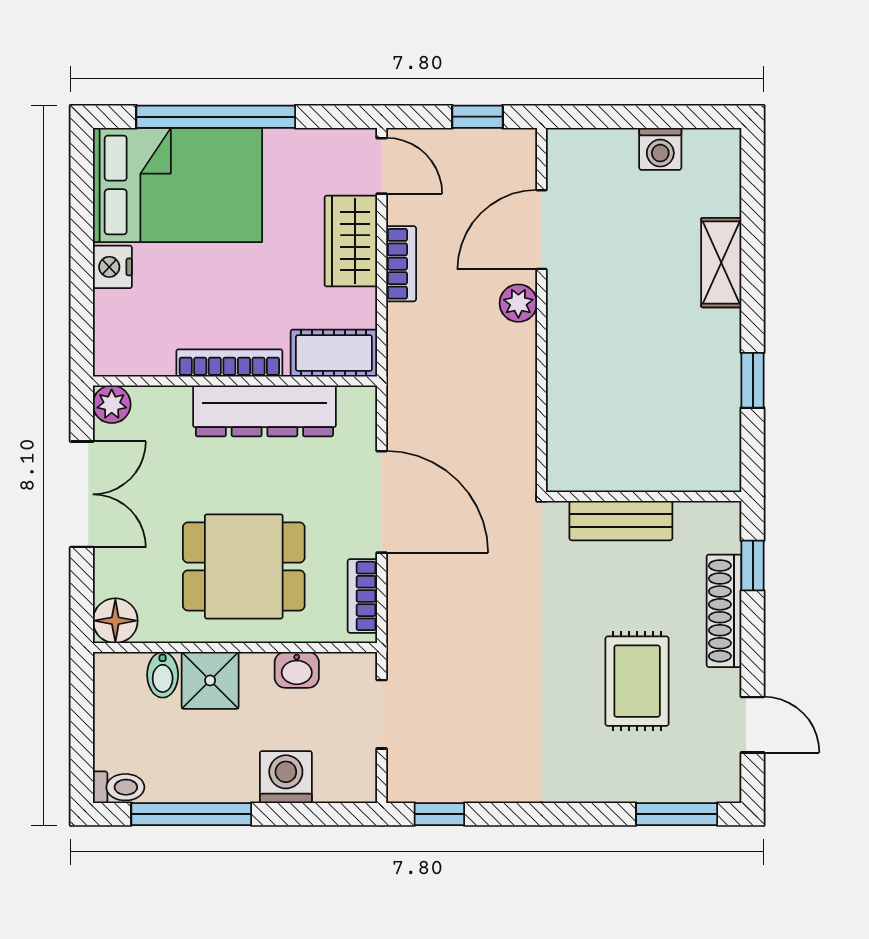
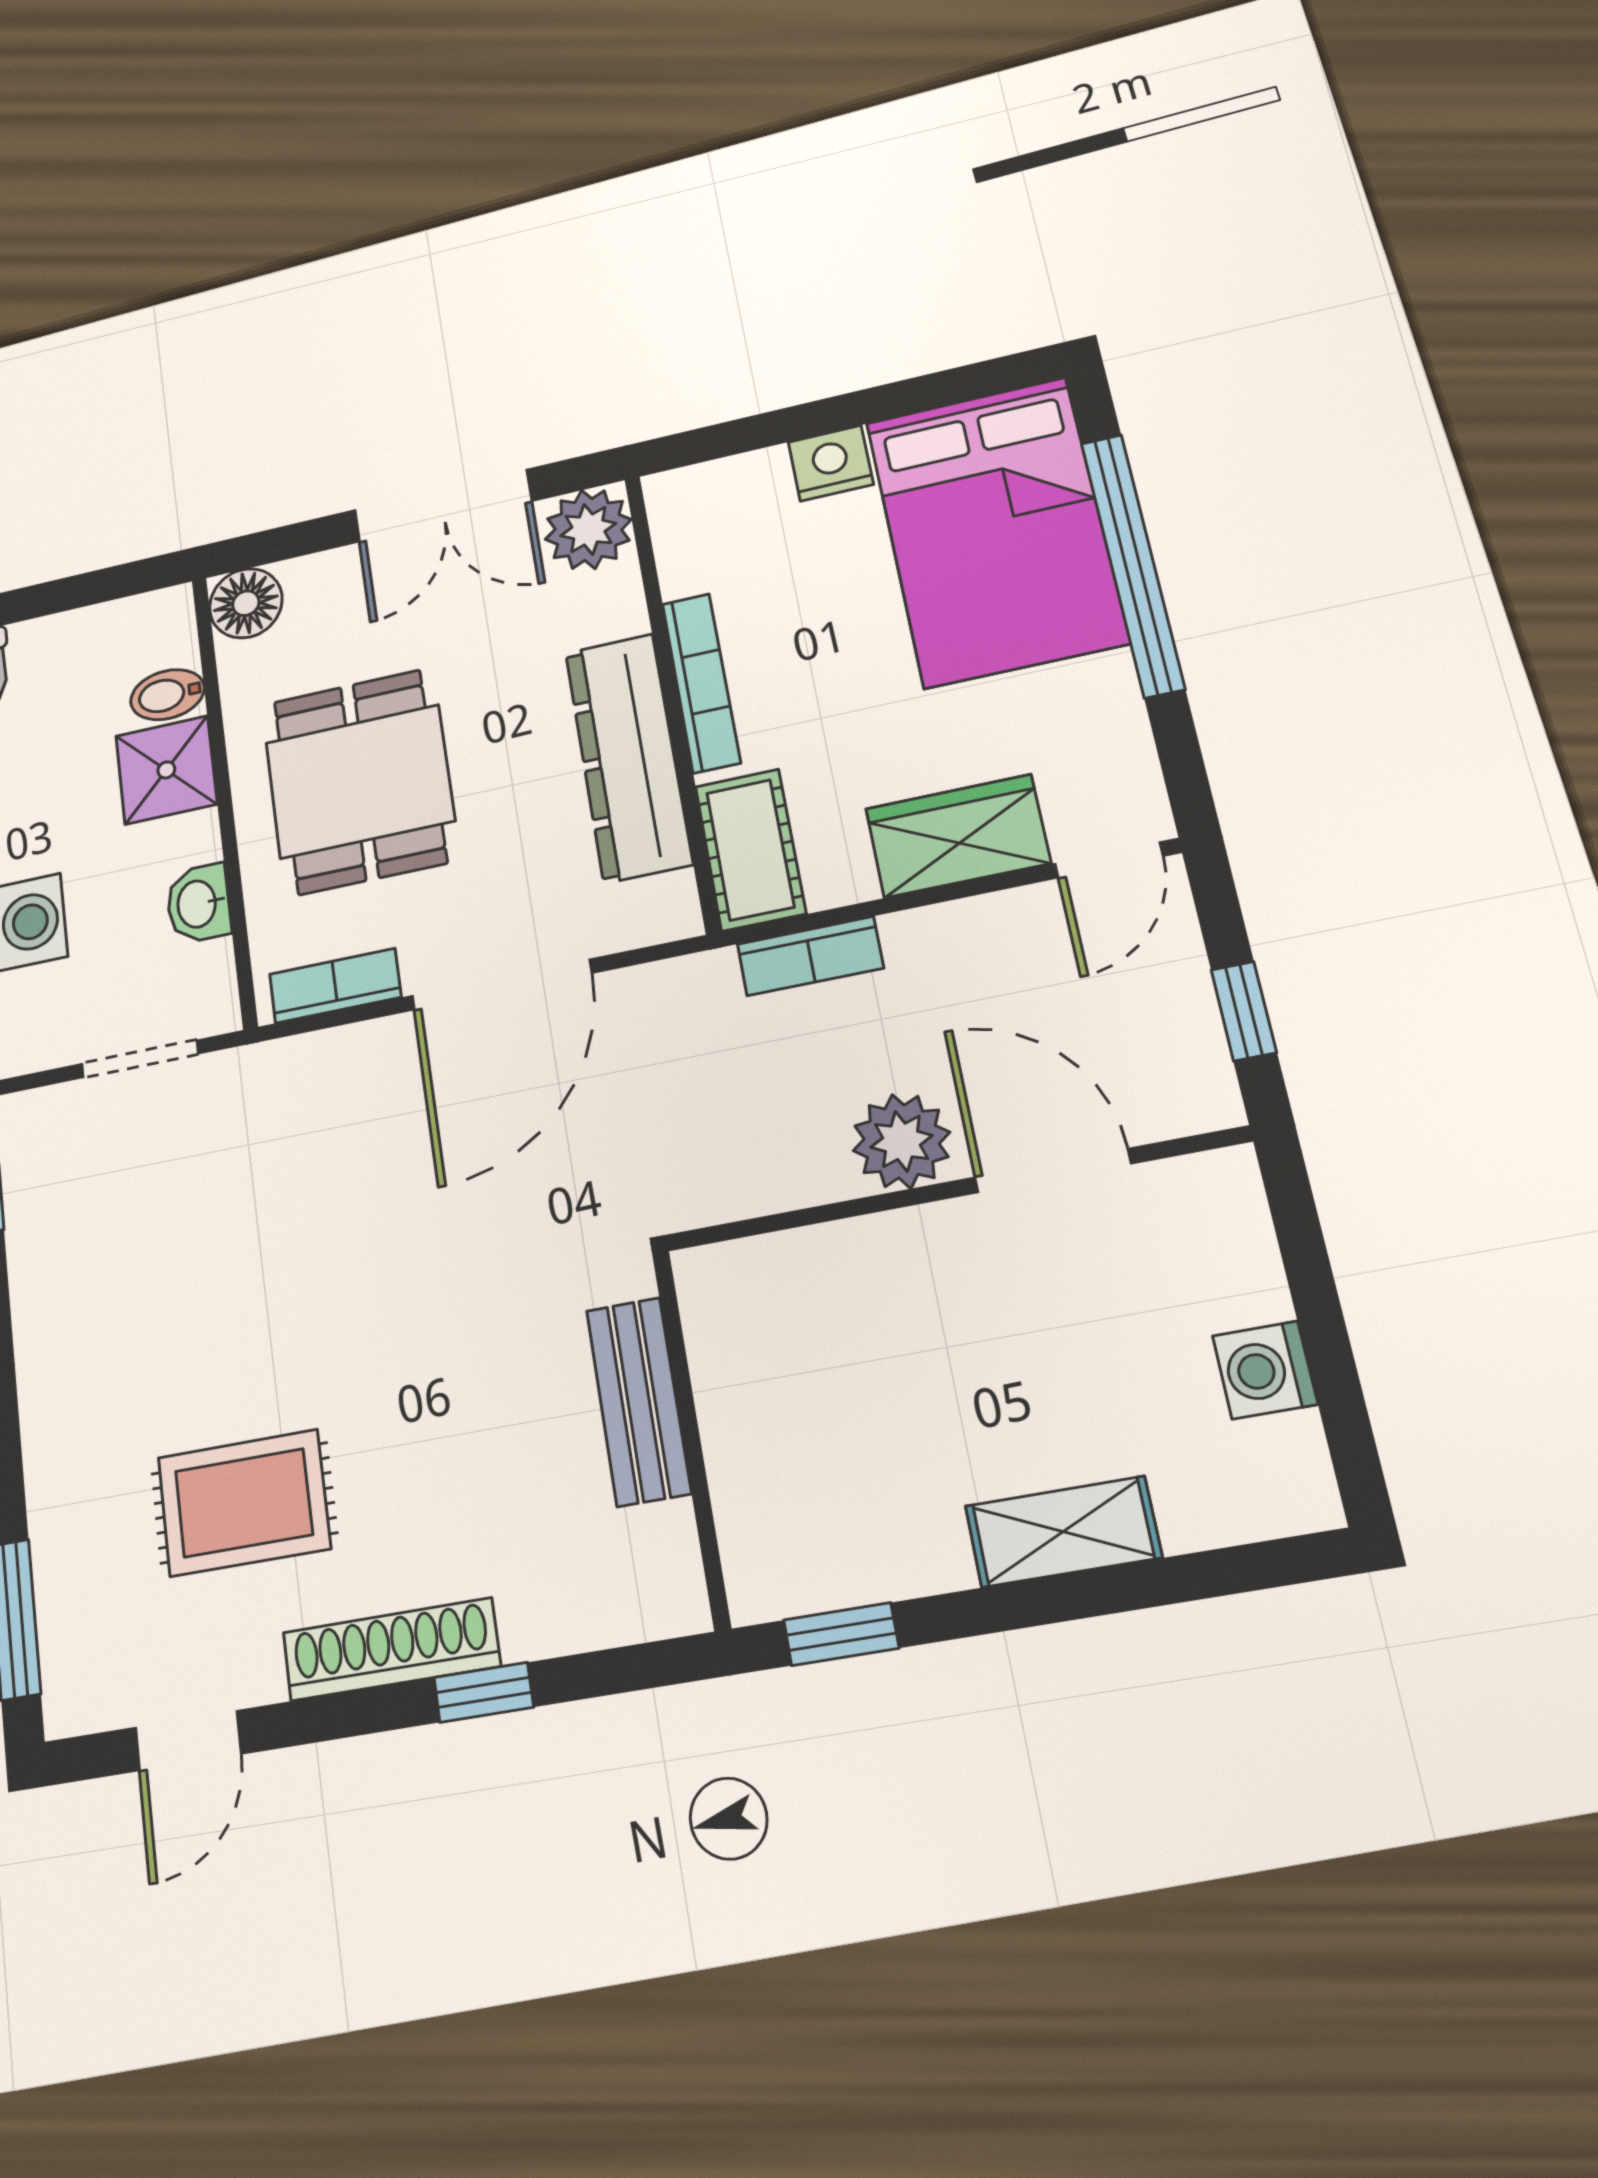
bookcase: (401, 264) -> (810, 956), moved
plant: (518, 303) -> (901, 1141), width x1.38, depth x1.38
plant: (112, 404) -> (588, 529), width x1.38, depth x1.38
wall: (644, 496) -> (691, 1437), moved
bench: (621, 521) -> (639, 1401), moved

